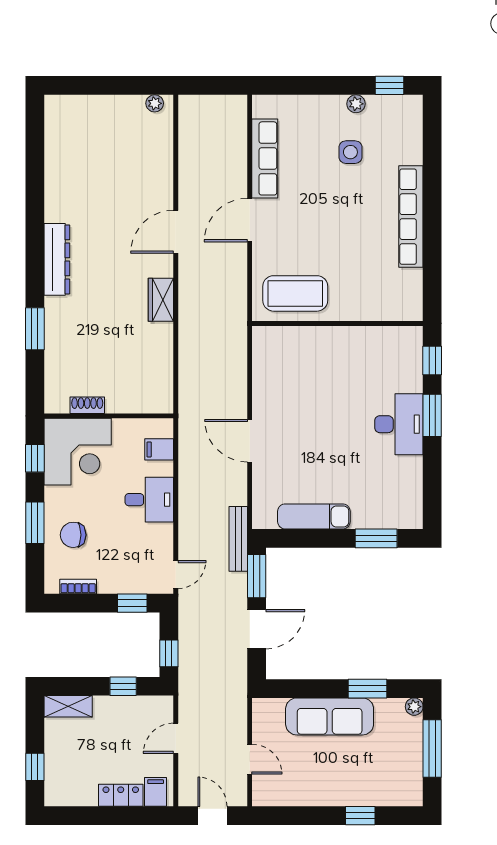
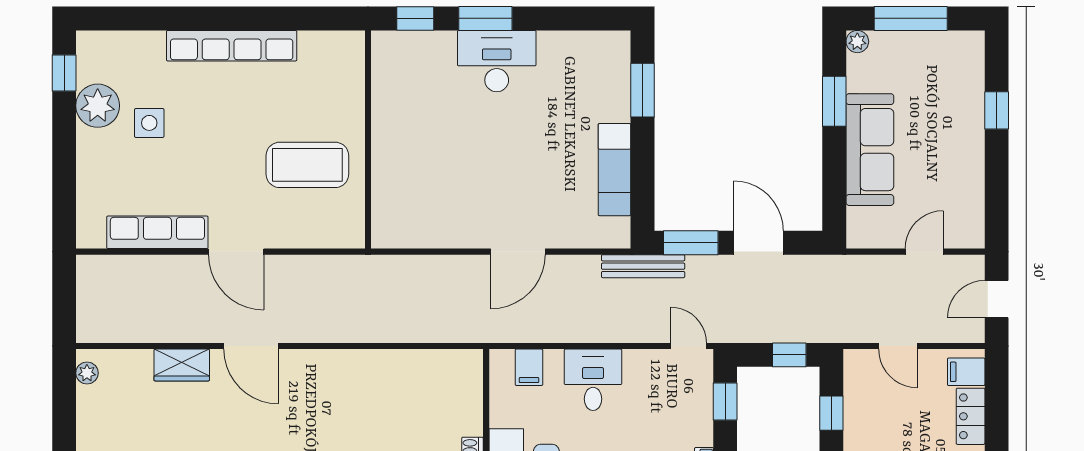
plant: (356, 104) -> (98, 106), width x1.88, depth x1.88
coffee table: (295, 293) -> (307, 165), moved, turned 90
wardrobe: (161, 300) -> (182, 365), moved

